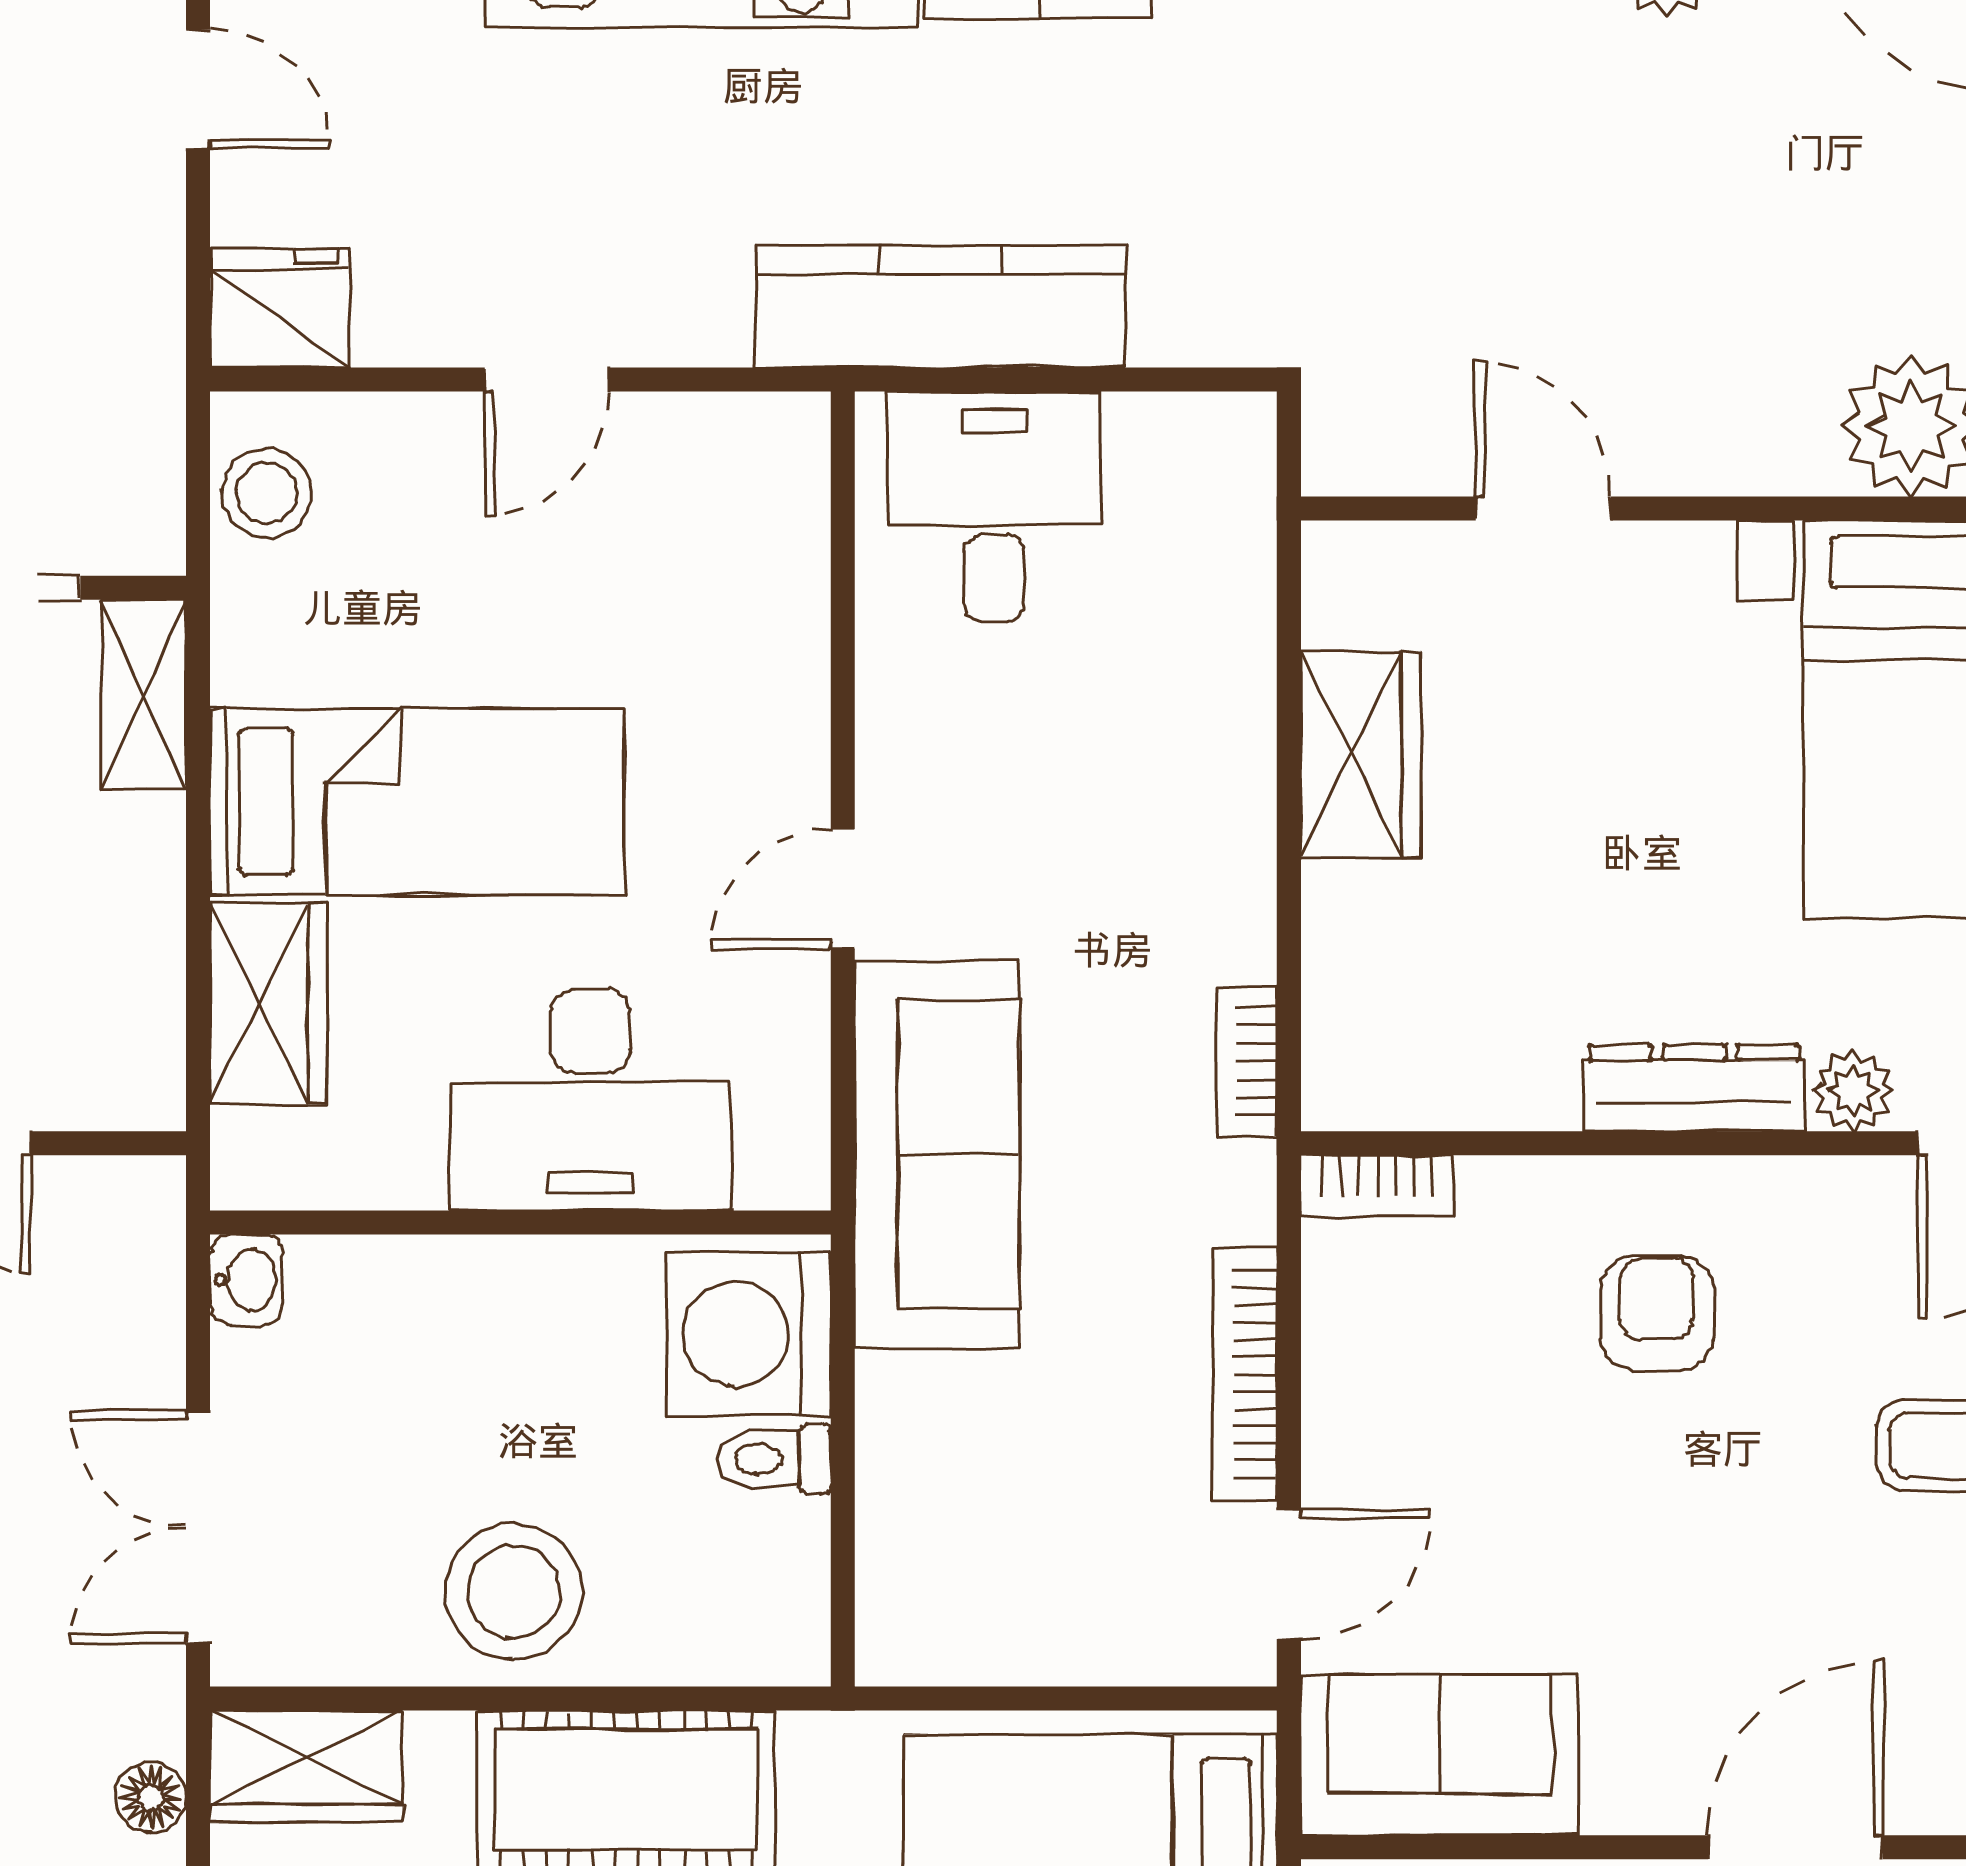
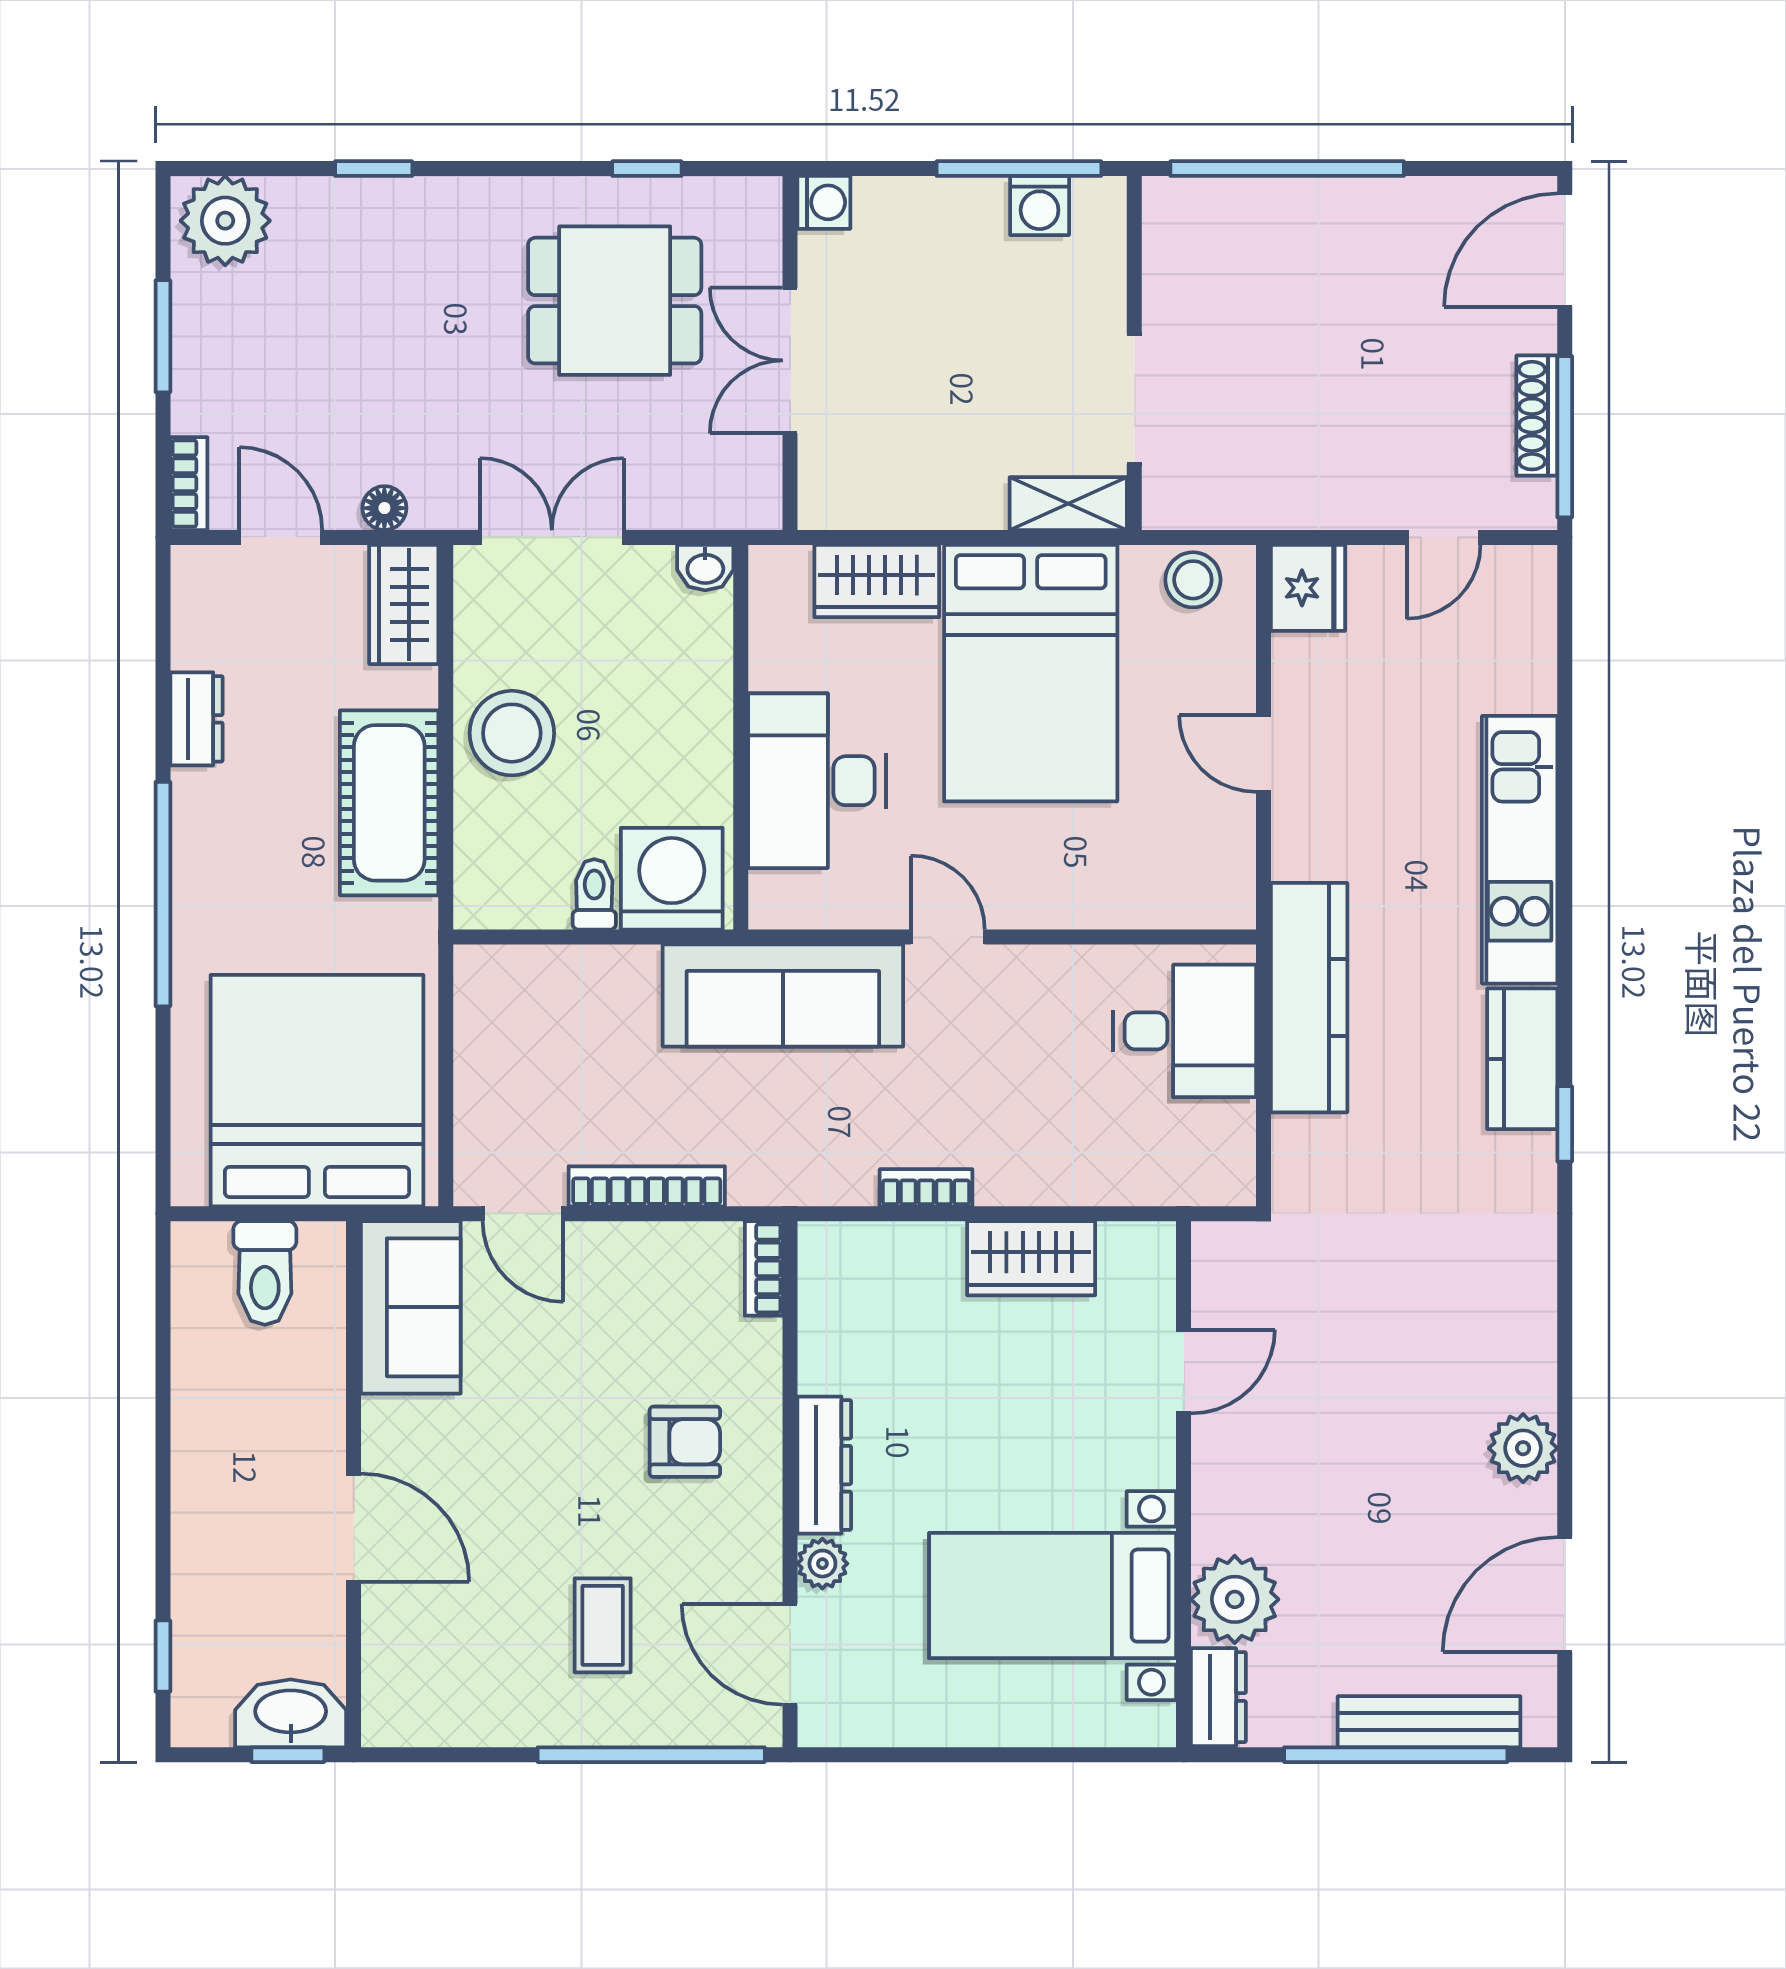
bed: (417, 802) -> (1031, 673), width x1.50
bookcase: (1247, 1061) -> (926, 1188), moved

